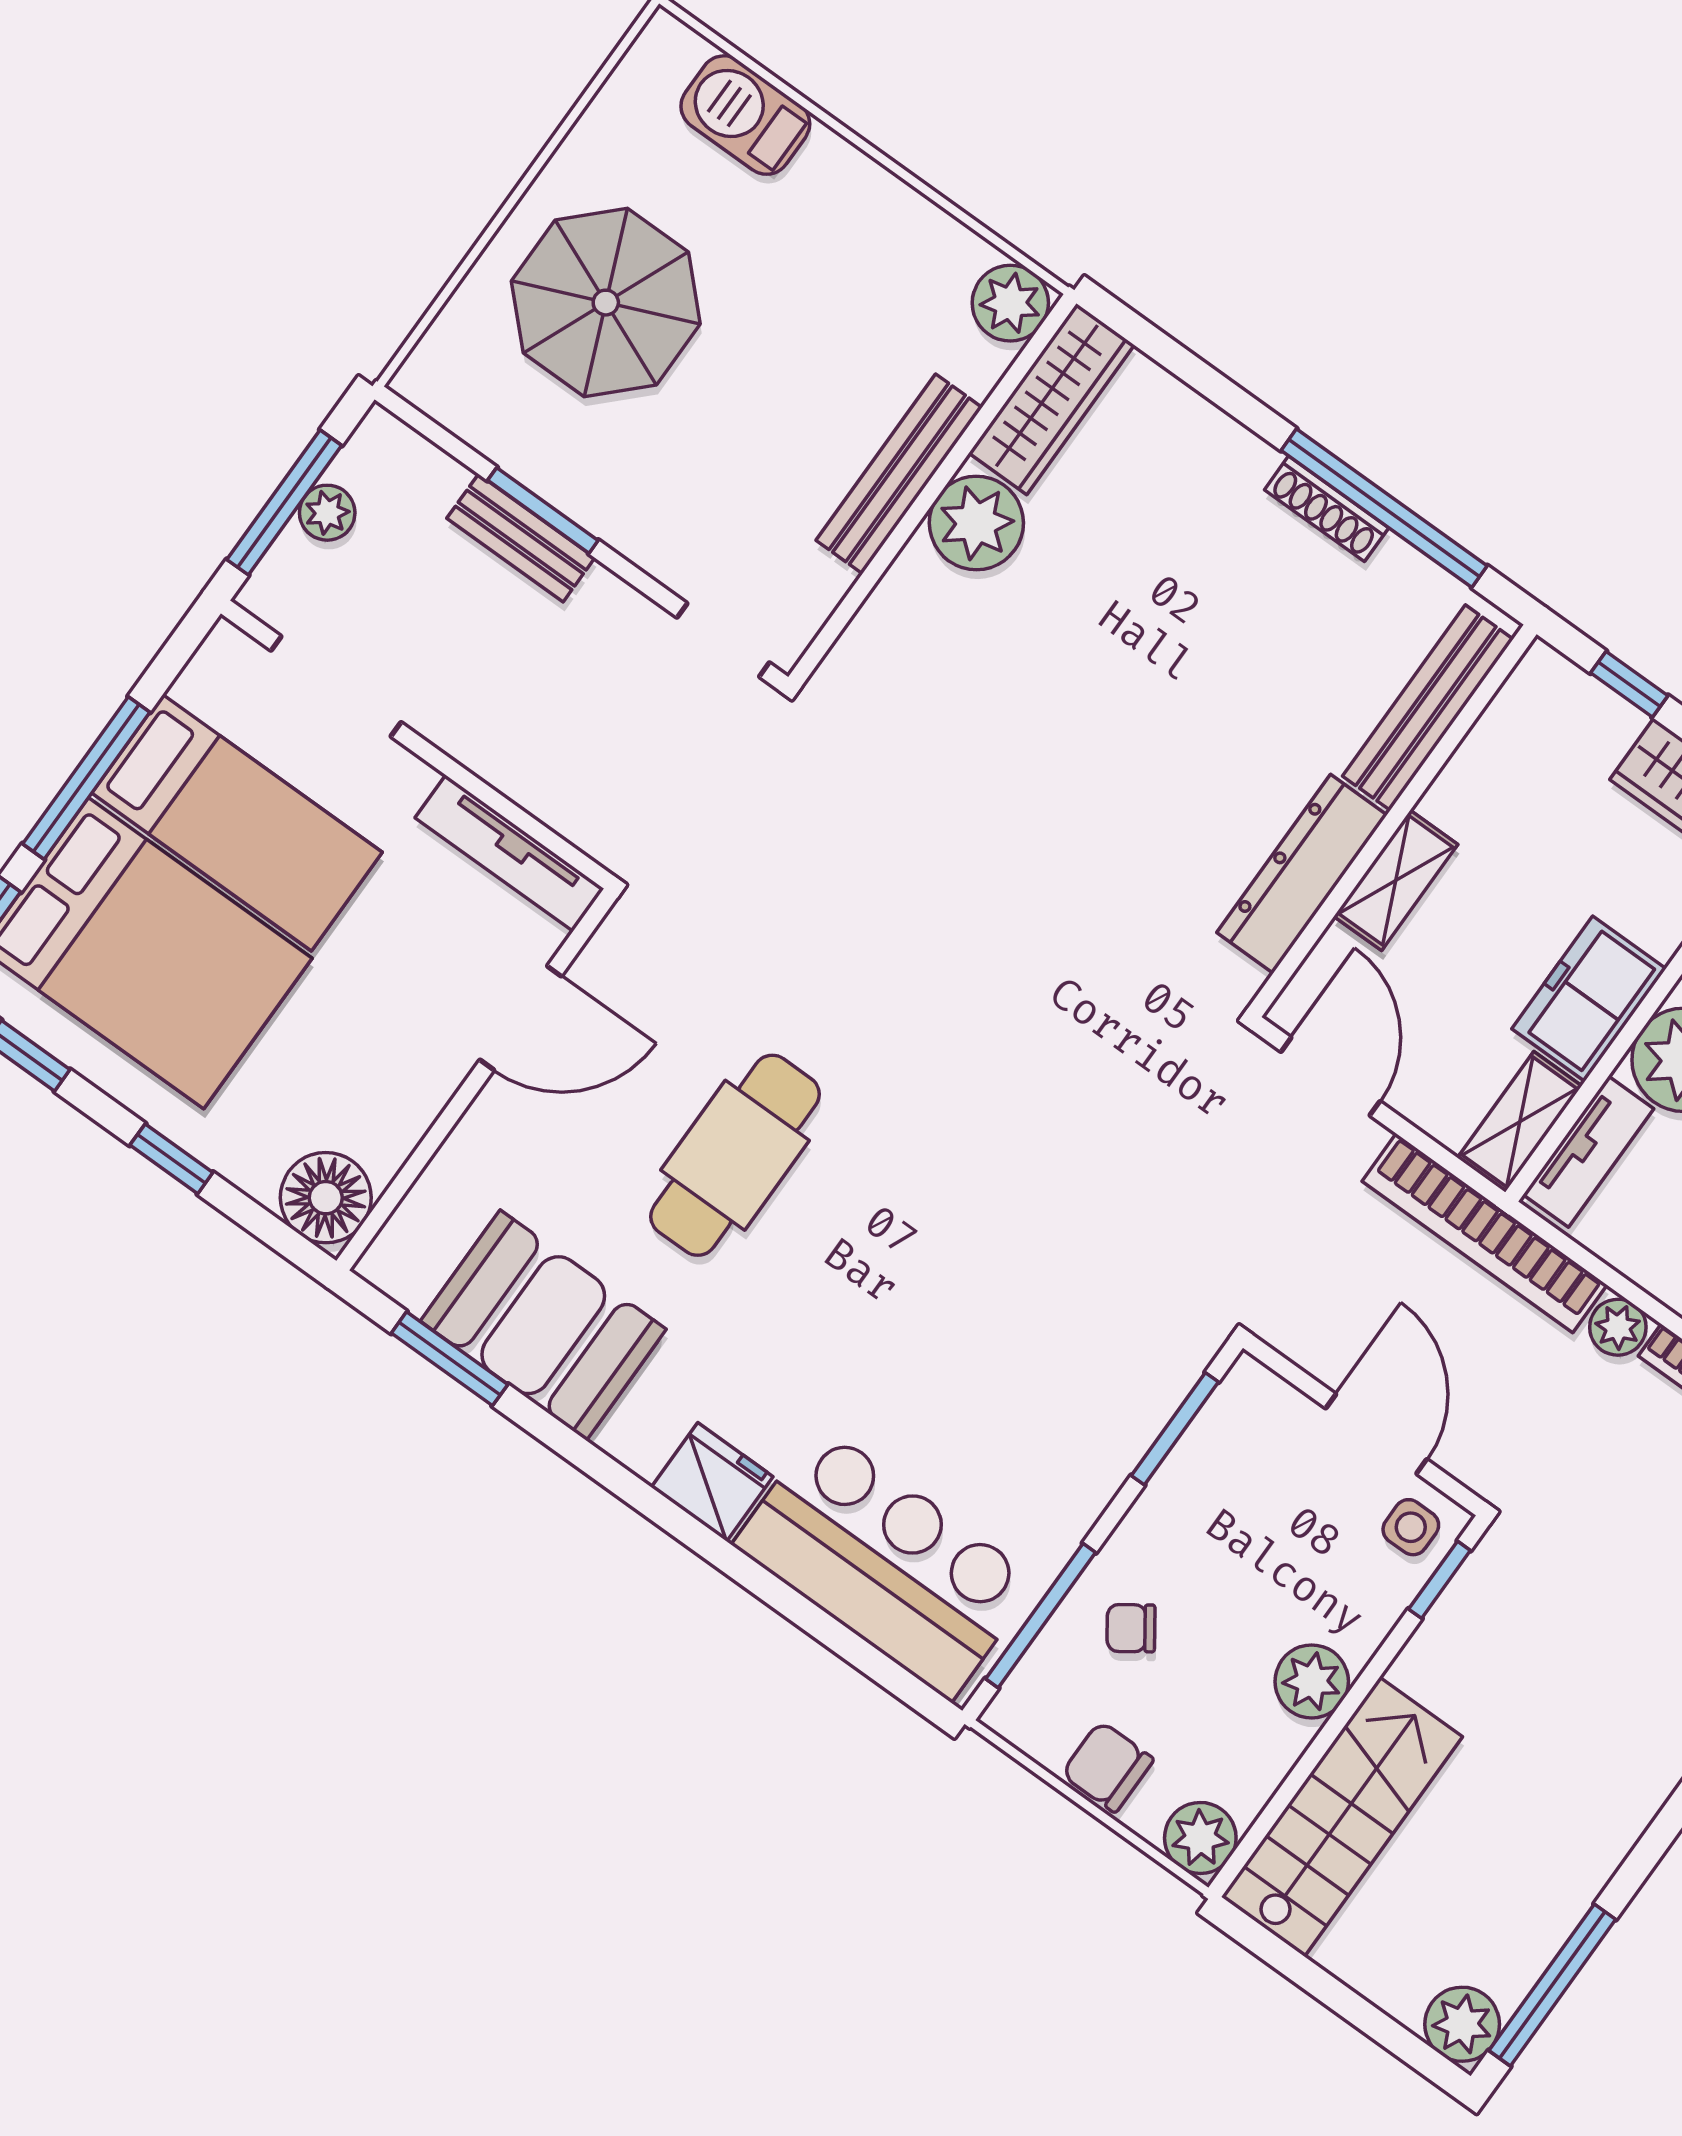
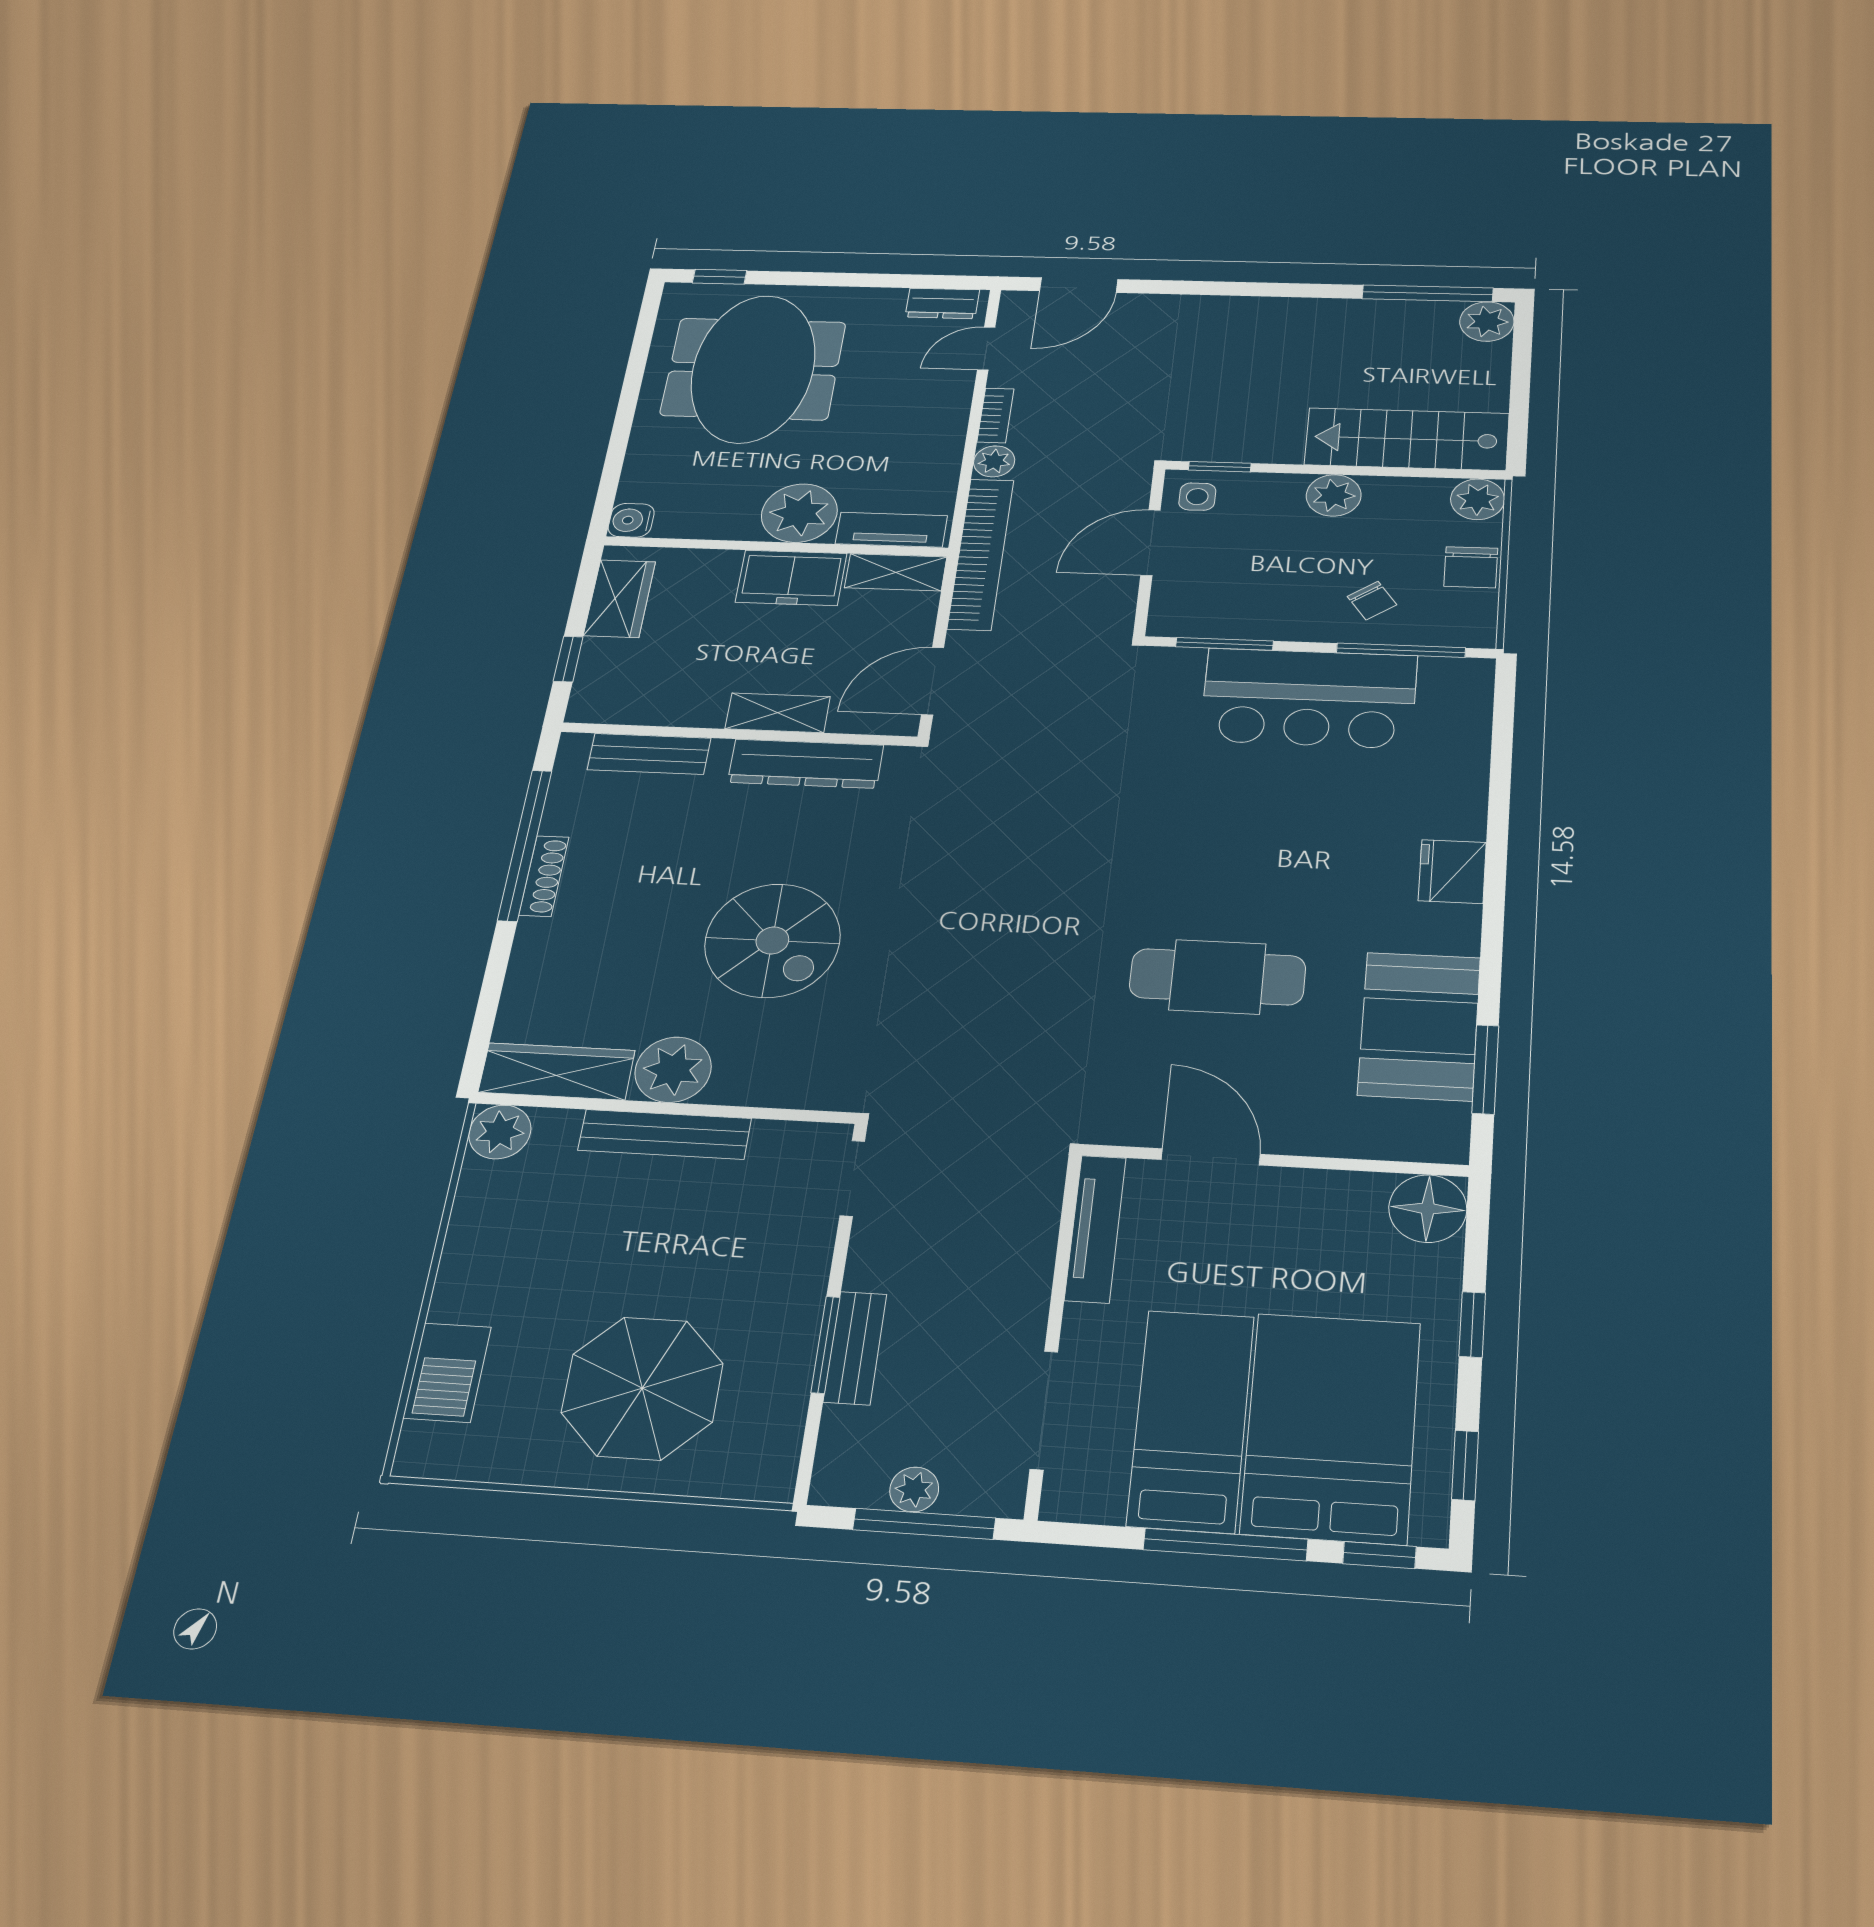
bench: (1428, 708) -> (649, 754), width x0.73
spiral stairs: (1080, 713) -> (772, 940), added
bar counter: (885, 1563) -> (1309, 698), moved, turned -90

